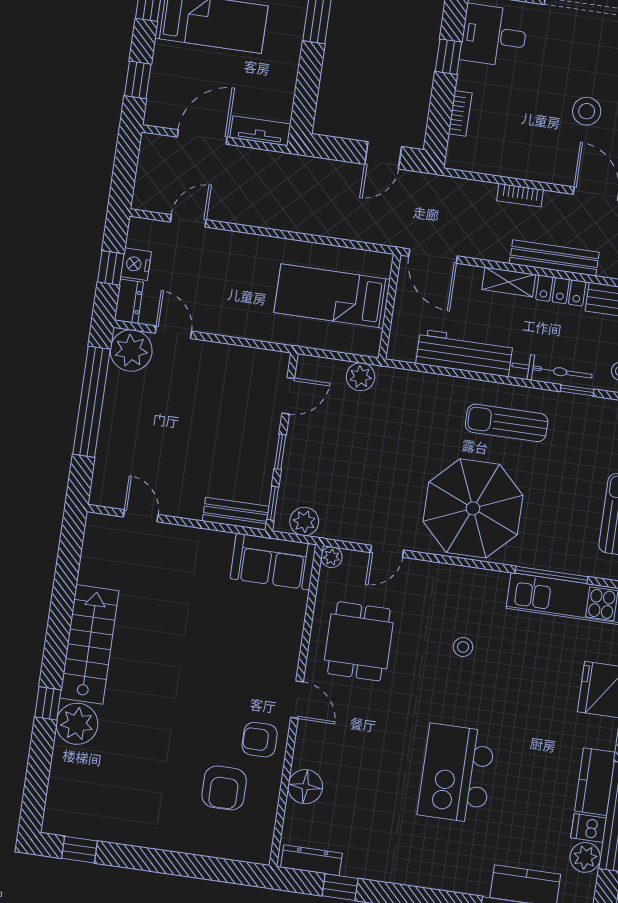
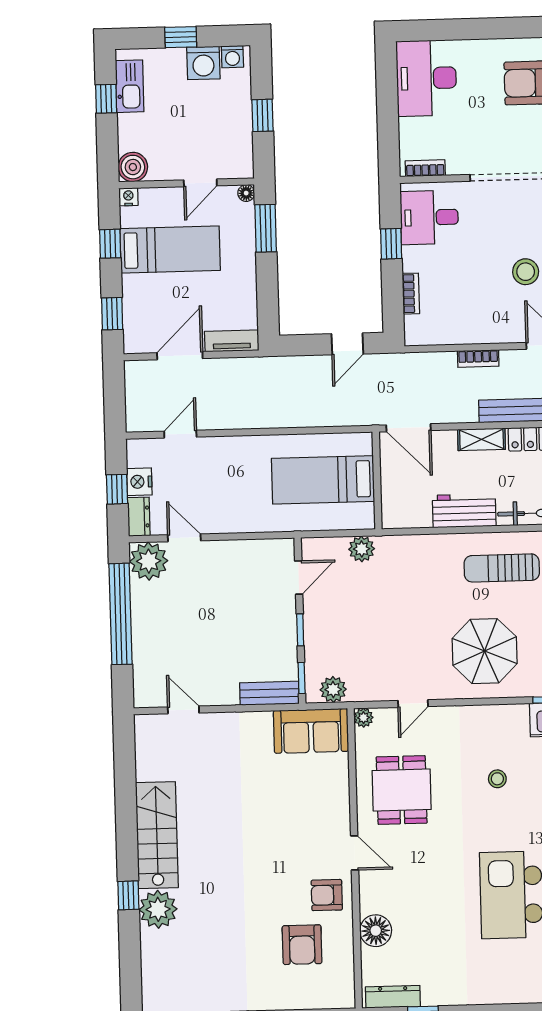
workbench: (464, 353) -> (464, 511), width x0.73
parasol: (473, 508) -> (485, 651), width x0.73, depth x0.73

